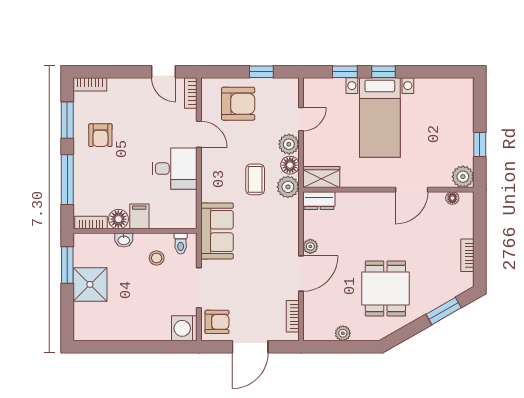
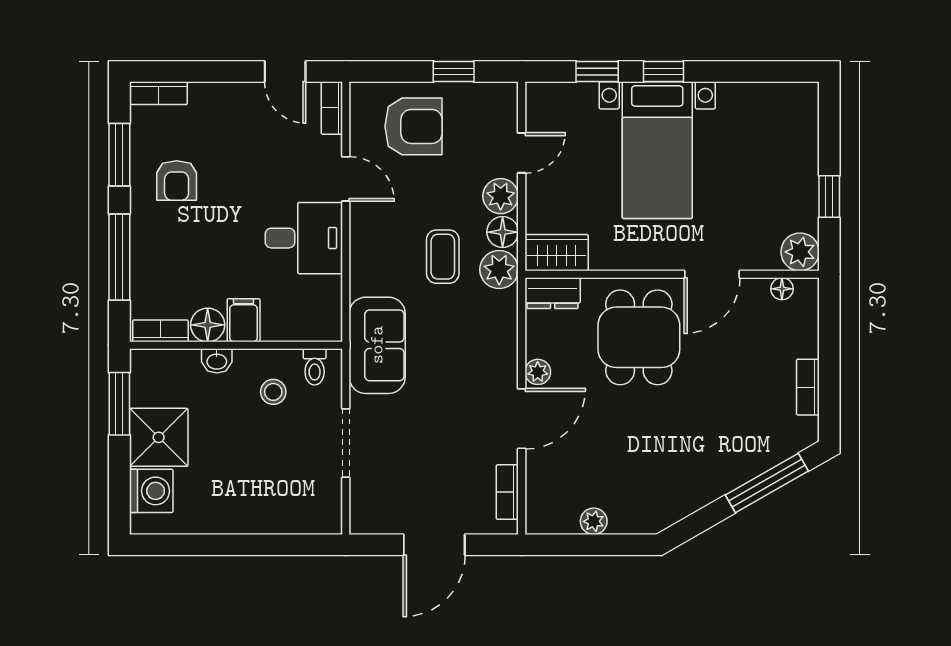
dining table: (385, 288) -> (639, 337), moved
window: (444, 311) -> (767, 483), width x1.44
armchair: (217, 322) -> (377, 502), removed
washing machine: (184, 328) -> (151, 491), moved, turned 180

